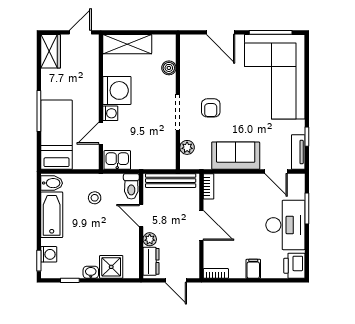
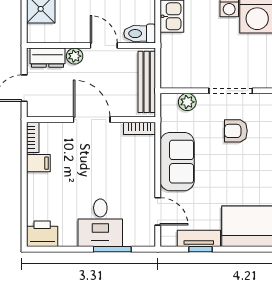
tv unit: (298, 152) -> (199, 238), moved
door: (276, 172) -> (158, 211), swing flipped
door: (141, 215) -> (104, 46), hinge flipped
door: (201, 225) -> (92, 120), swing flipped
desk: (285, 225) -> (100, 223), width x0.73
filing cabinet: (253, 269) -> (38, 163), moved

